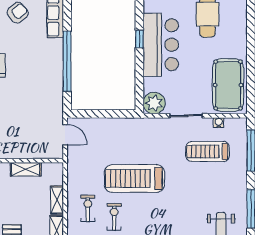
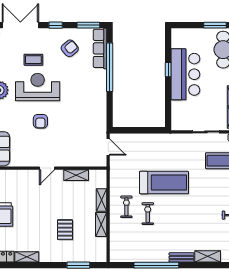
window: (67, 61) -> (110, 67), moved
plant: (154, 103) -> (180, 122), removed
treadmill: (134, 178) -> (164, 183), turned 180

